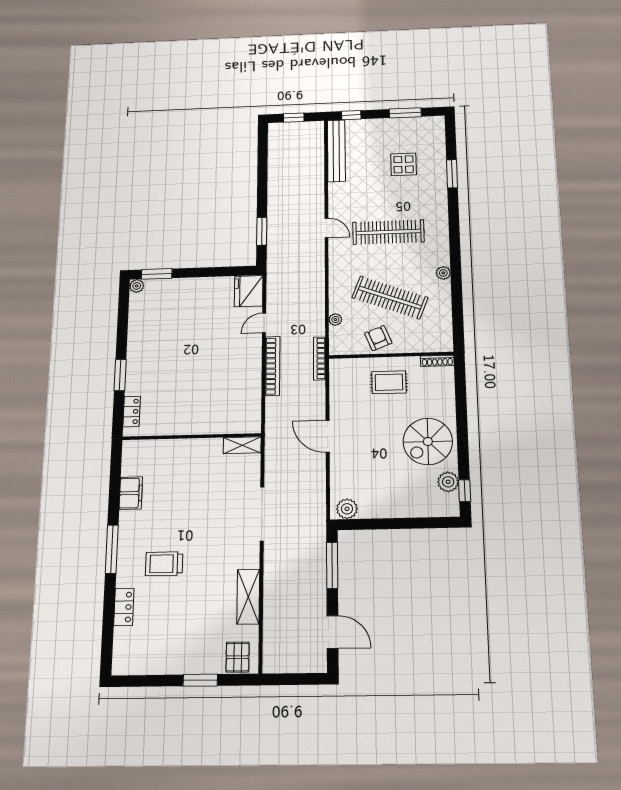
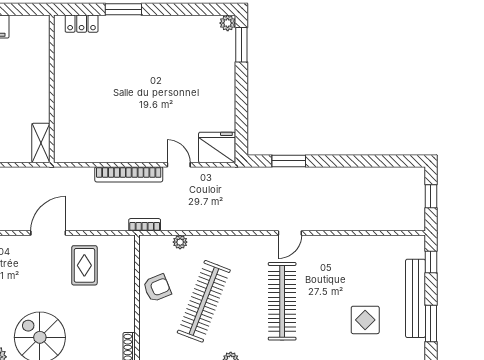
bench: (336, 151) -> (416, 298), moved, turned 90
bookcase: (320, 358) -> (145, 225), width x0.64
rug: (389, 382) -> (84, 265), moved

